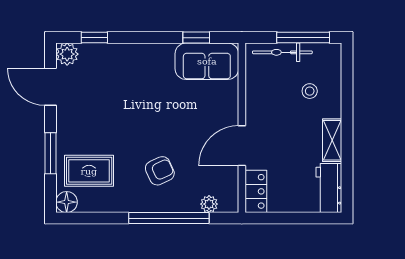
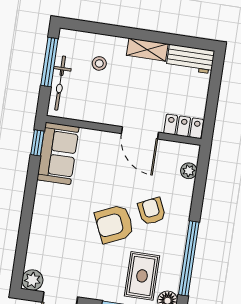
window: (94, 38) -> (21, 253), removed
window: (196, 38) -> (37, 143), moved
armchair: (140, 133) -> (114, 224), added
window: (169, 218) -> (189, 258), moved

